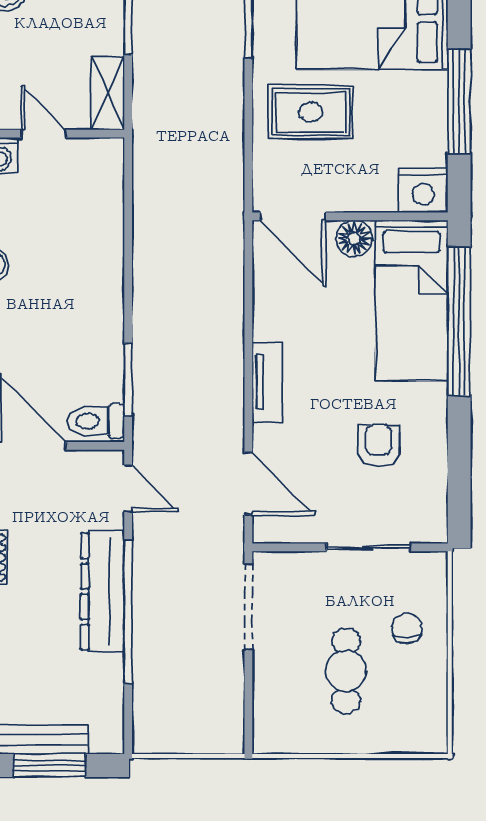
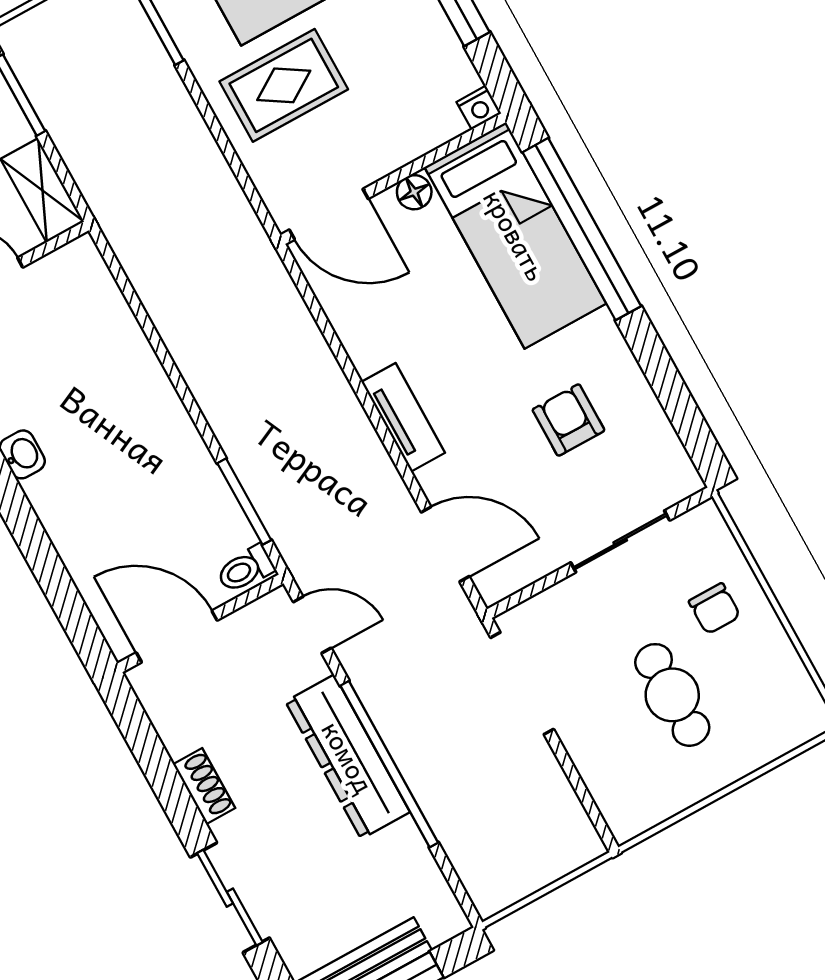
nightstand: (423, 190) -> (479, 108), width x0.53, depth x0.56
floor lamp: (354, 238) -> (414, 192), width x0.73, depth x0.73
toilet: (96, 421) -> (246, 569), width x0.73, depth x0.72
chair: (407, 628) -> (715, 609), turned 180

